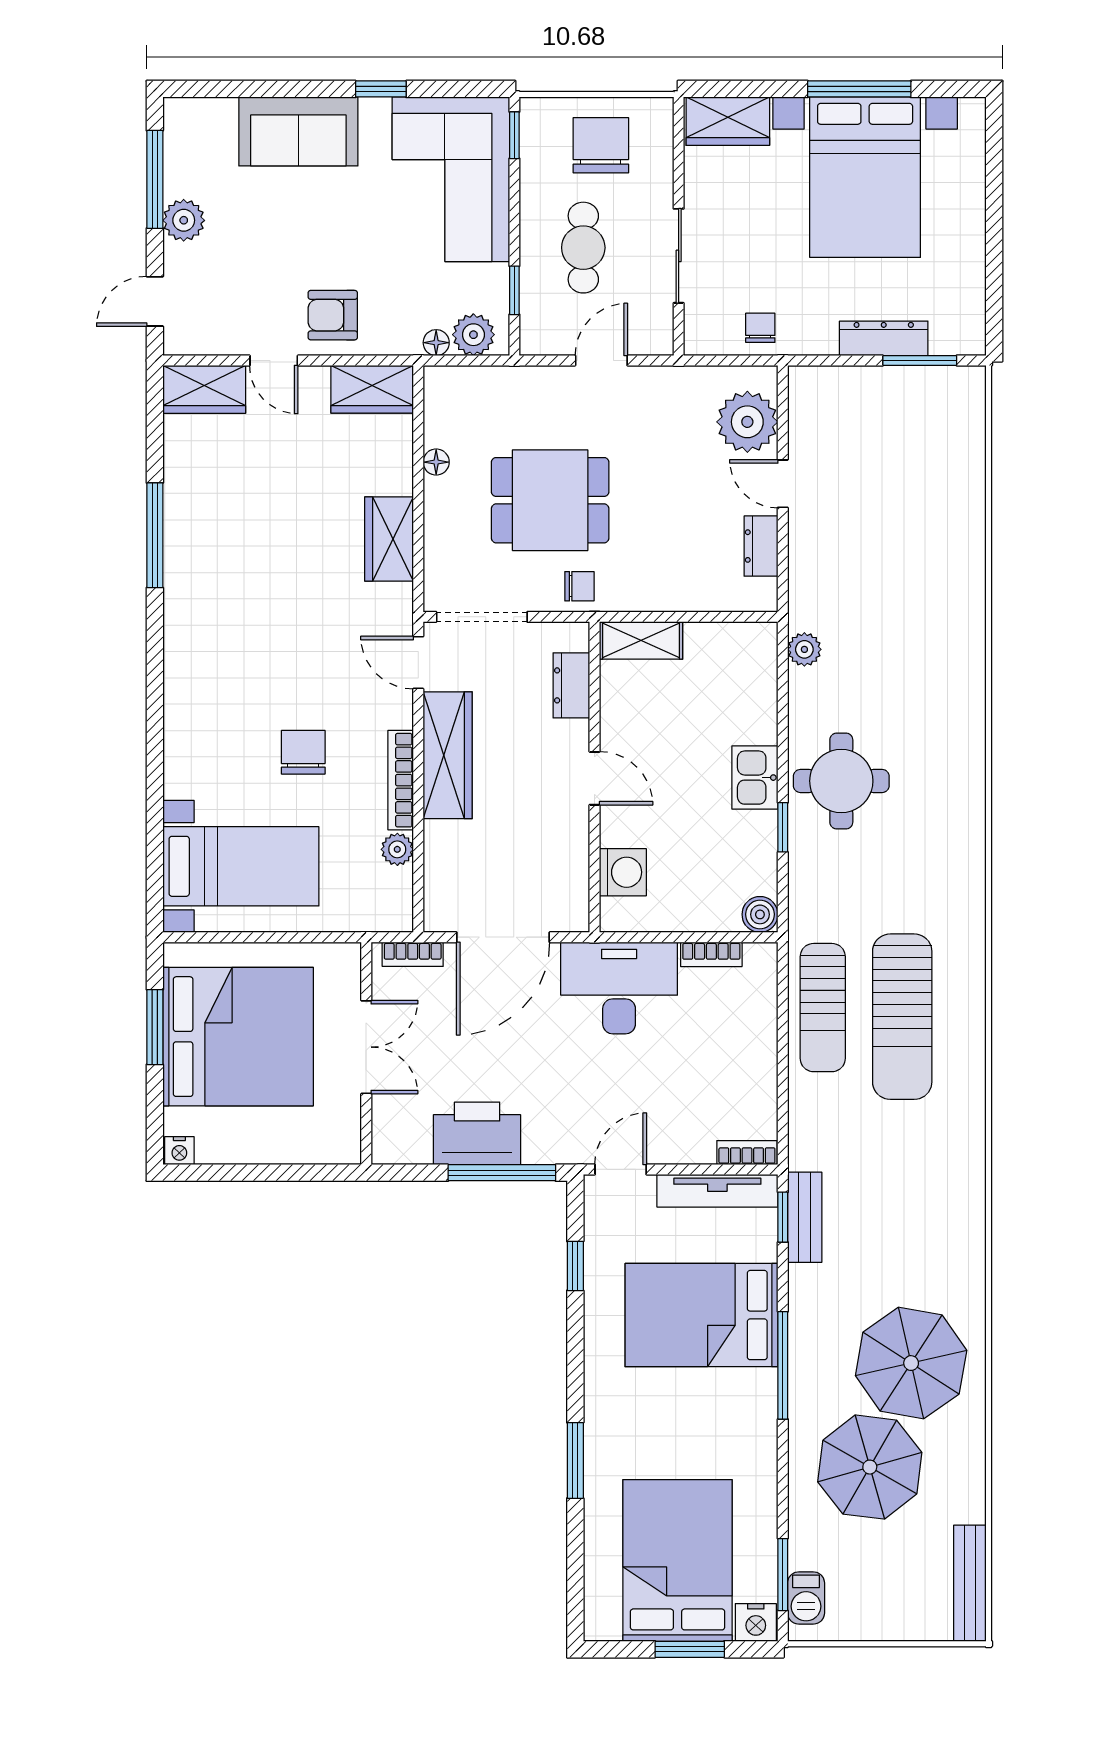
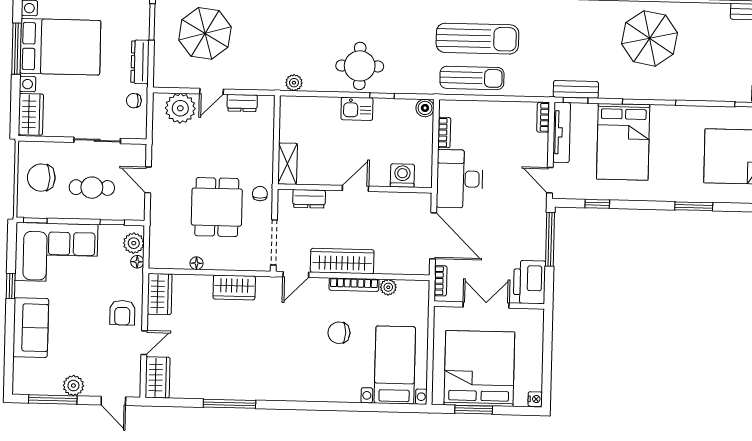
dresser: (884, 338) -> (140, 62), moved
printer: (477, 1133) -> (529, 282), moved
parasol: (870, 1467) -> (205, 33), moved

